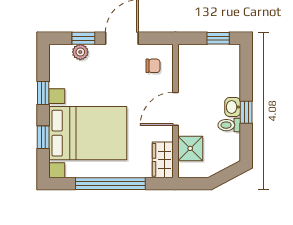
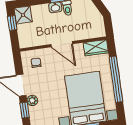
plant: (80, 52) -> (32, 100), moved
shower: (190, 148) -> (23, 15), moved

